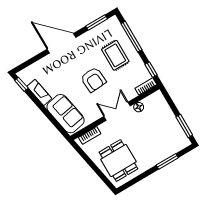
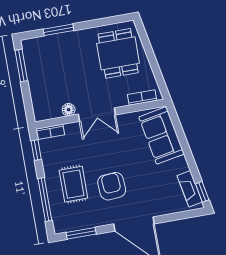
armchair: (93, 80) -> (112, 186), moved
fireplace: (39, 92) -> (190, 189), moved

